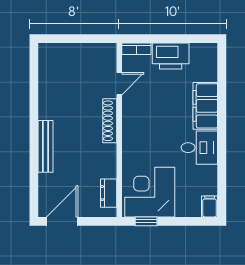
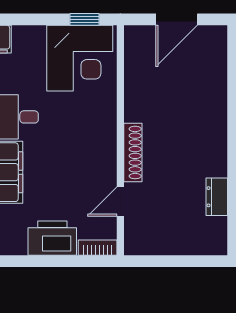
bench: (45, 146) -> (218, 119), removed
dresser: (109, 193) -> (217, 197), moved, turned 180
door: (62, 221) -> (177, 19), moved

